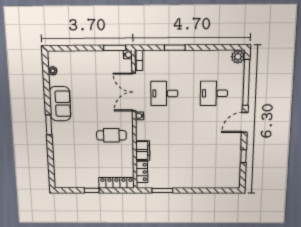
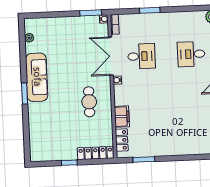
desk: (164, 93) -> (141, 56), turned 180
sofa: (60, 104) -> (37, 77), width x1.36
cafe table: (111, 135) -> (89, 102), turned 90

